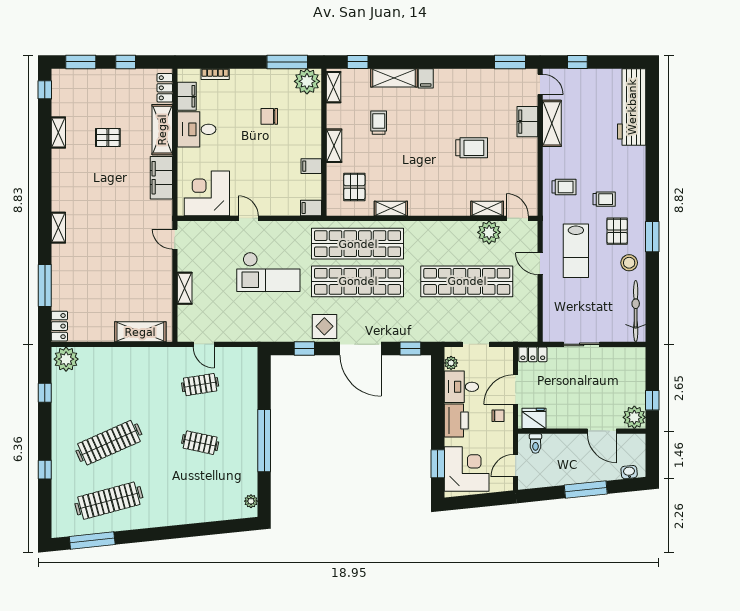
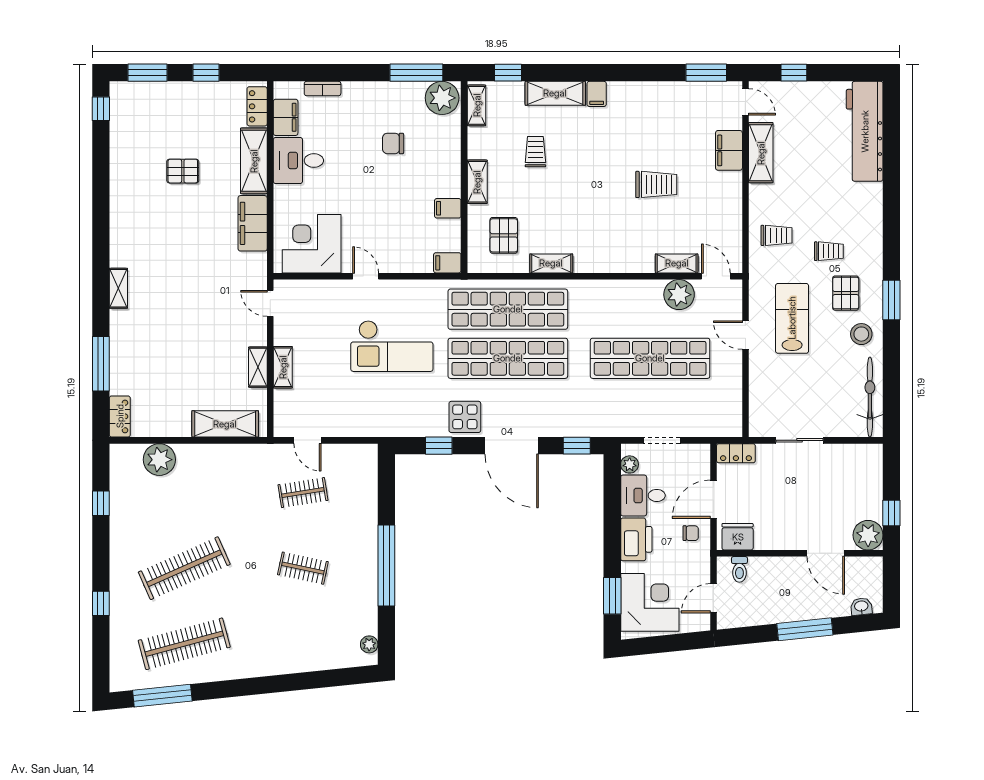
shelving: (58, 133) -> (258, 367), moved
lab bench: (576, 251) -> (792, 318), turned 180
plant: (66, 359) -> (159, 460), moved

